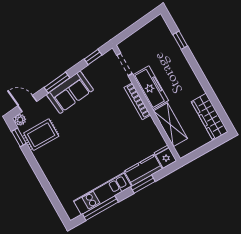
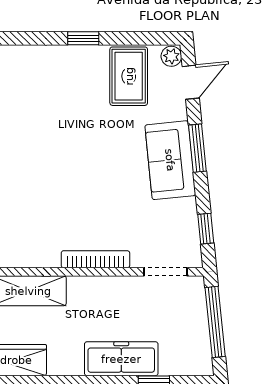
window: (135, 27) -> (215, 322), added
freezer: (151, 88) -> (121, 359), moved, turned 180
window: (19, 137) -> (83, 38), moved

